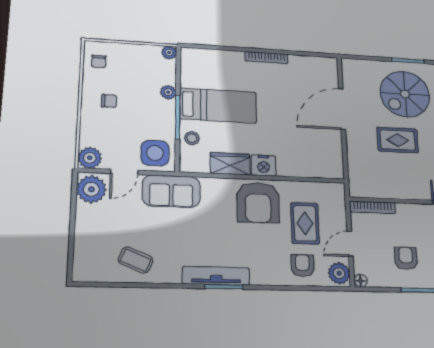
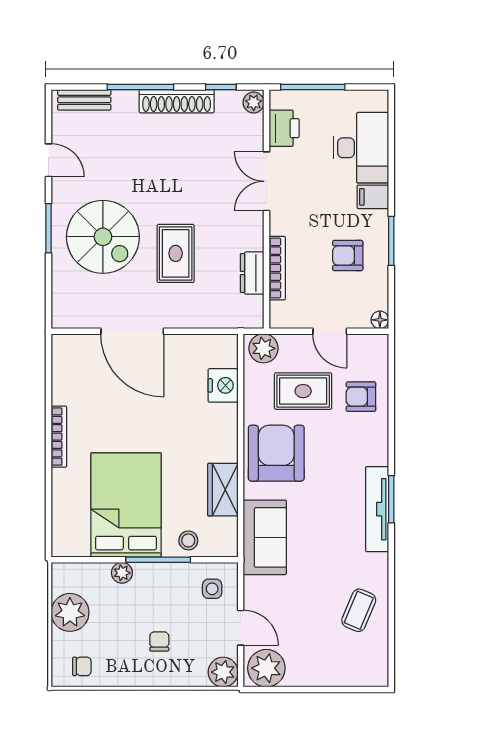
plant: (169, 53) -> (70, 612), moved, width x1.87, depth x1.87
chair: (109, 101) -> (159, 641), moved
bed: (218, 105) -> (126, 505), width x1.50
side table: (155, 153) -> (212, 589), width x0.54, depth x0.54
nightstand: (264, 165) -> (223, 385), moved
sofa: (171, 191) -> (265, 537), moved
dresser: (388, 191) -> (252, 273), added
armchair: (258, 203) -> (276, 453), turned -90
bookcase: (373, 207) -> (277, 268), moved
plant: (339, 273) -> (263, 348), moved

